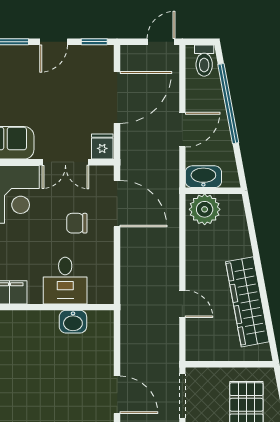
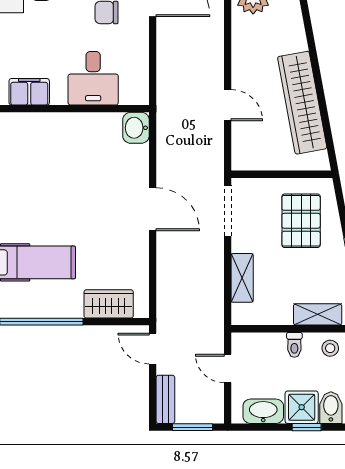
washbasin: (73, 322) -> (136, 128), moved, turned 90

